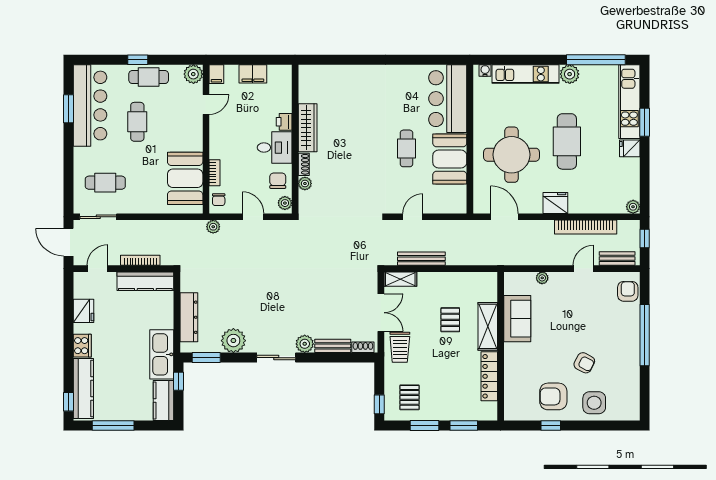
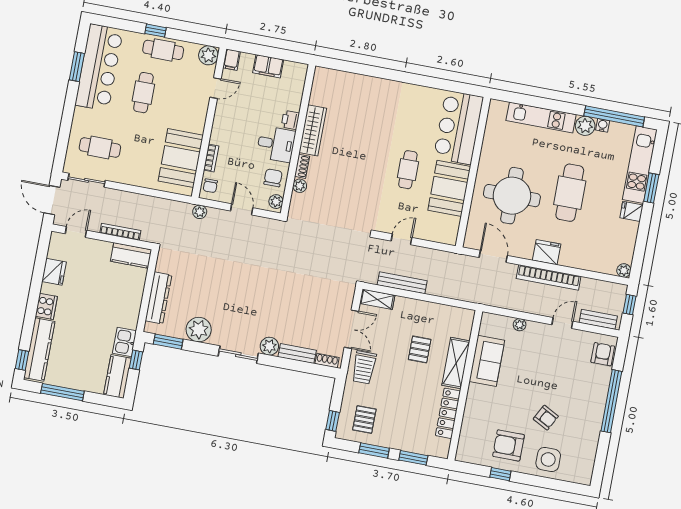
water cooler: (485, 70) -> (603, 125), moved
bookcase: (586, 227) -> (549, 277), moved
kitchen counter: (145, 281) -> (131, 255), width x0.67
kitchen sink: (162, 354) -> (124, 342), width x0.53, depth x0.81

